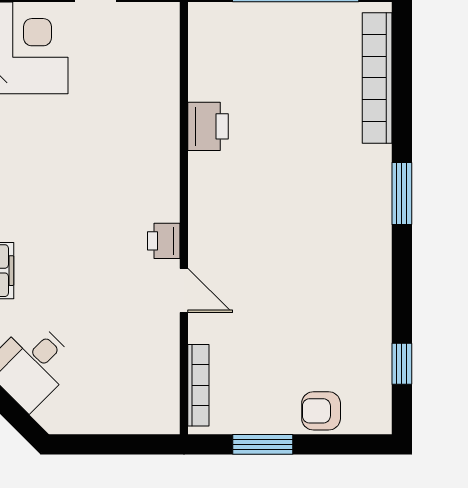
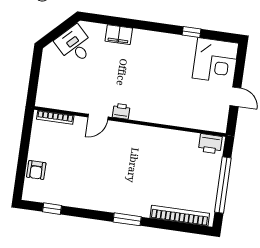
printer: (208, 126) -> (210, 144), moved
armchair: (321, 411) -> (36, 170), turned 180
window: (263, 444) -> (25, 142), removed

